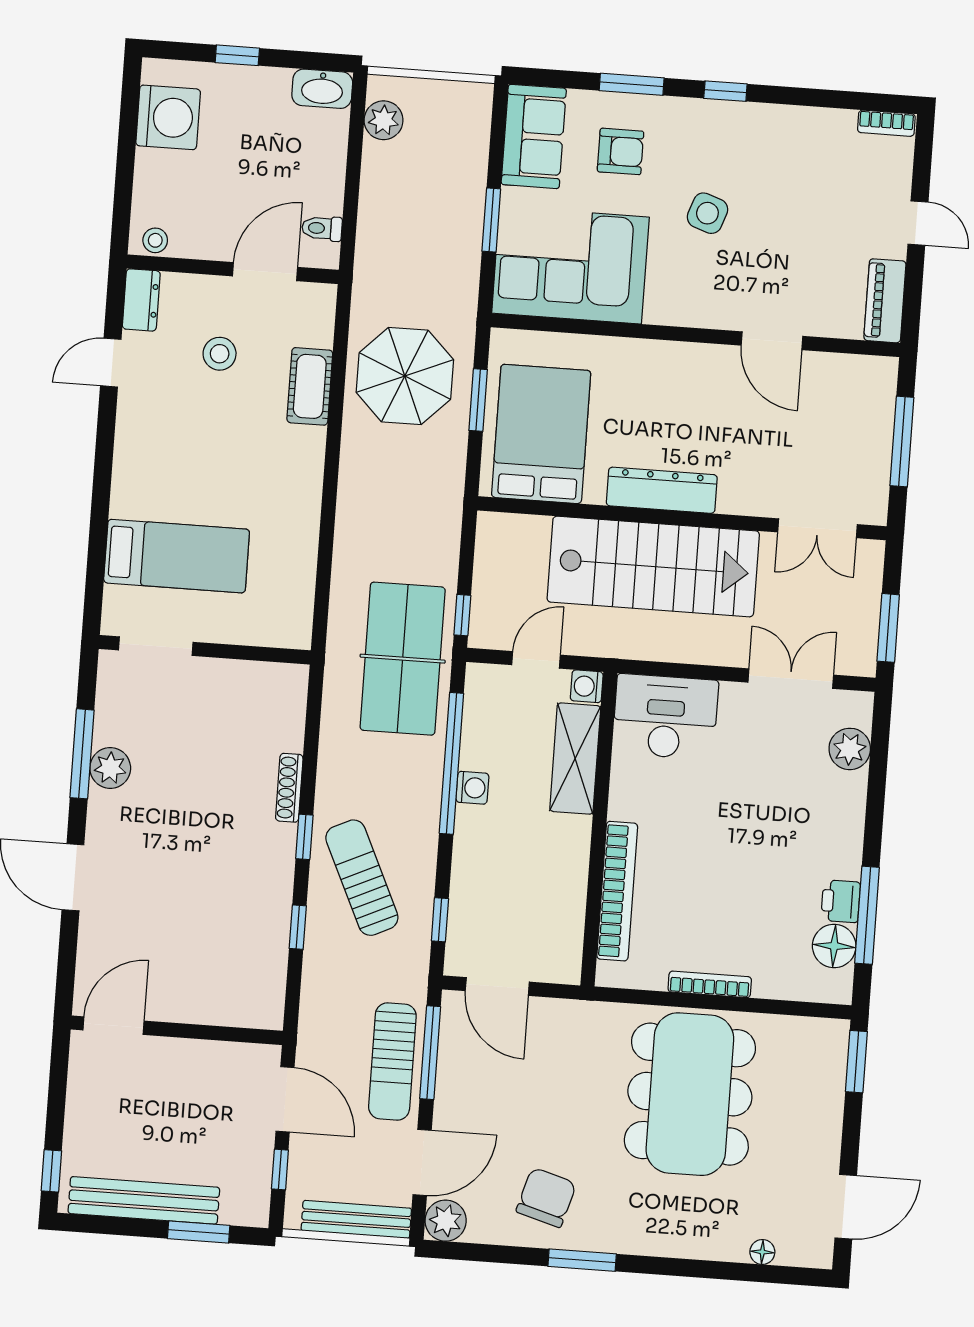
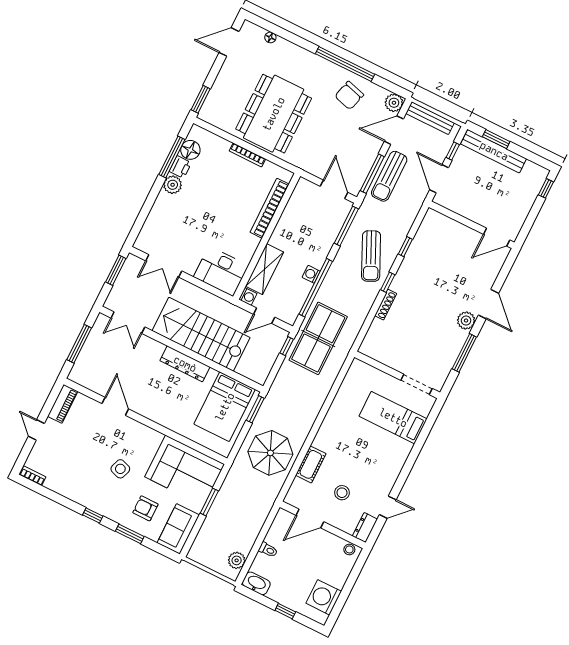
toilet: (322, 228) -> (268, 550), moved
window: (478, 400) -> (255, 409), moved
double door: (817, 528) -> (128, 323), swing flipped
plant: (850, 749) -> (173, 185), moved
plant: (110, 768) -> (466, 321), moved
window: (440, 920) -> (346, 226), width x2.17
sun lounger: (392, 1061) -> (389, 176), turned 180
bench: (144, 1200) -> (494, 151), moved
window: (582, 1260) -> (345, 64), width x2.11

